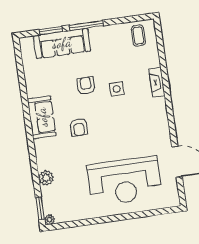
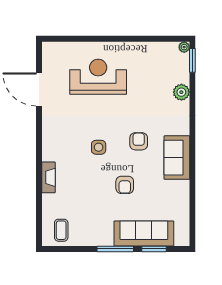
side table: (117, 89) -> (99, 147), moved
reception desk: (124, 181) -> (98, 77), width x0.74, depth x0.77

